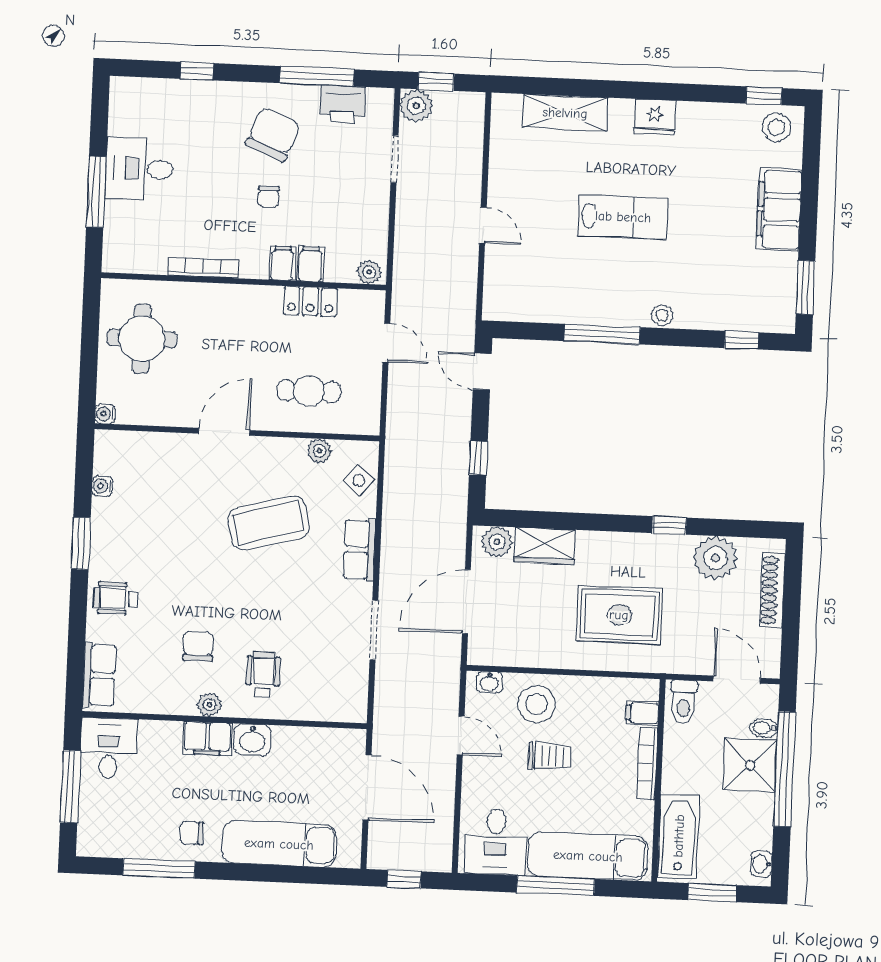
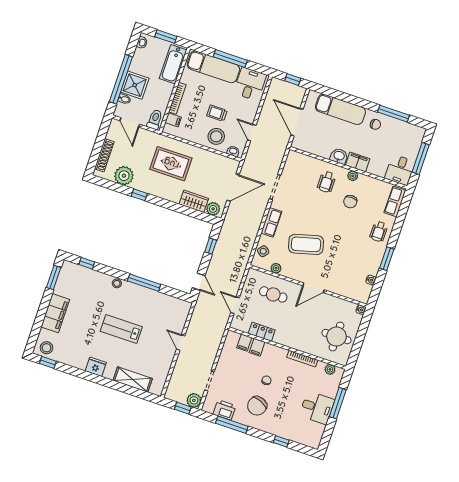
filing cabinet: (282, 263) -> (244, 343), moved
plant: (369, 272) -> (330, 369), moved
wheelchair: (116, 598) -> (379, 231), turned 90

